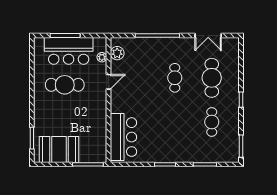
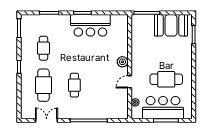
plant: (117, 53) -> (122, 62), moved
bar counter: (123, 137) -> (90, 25), moved, turned -90

